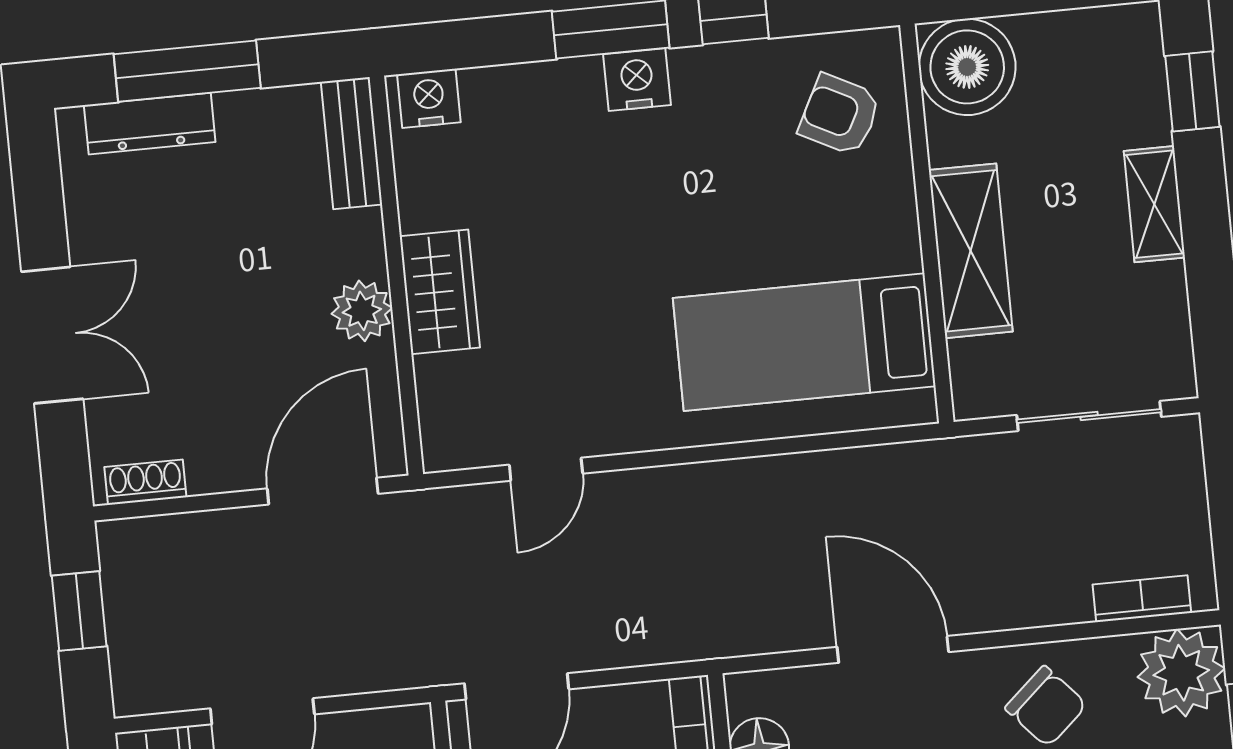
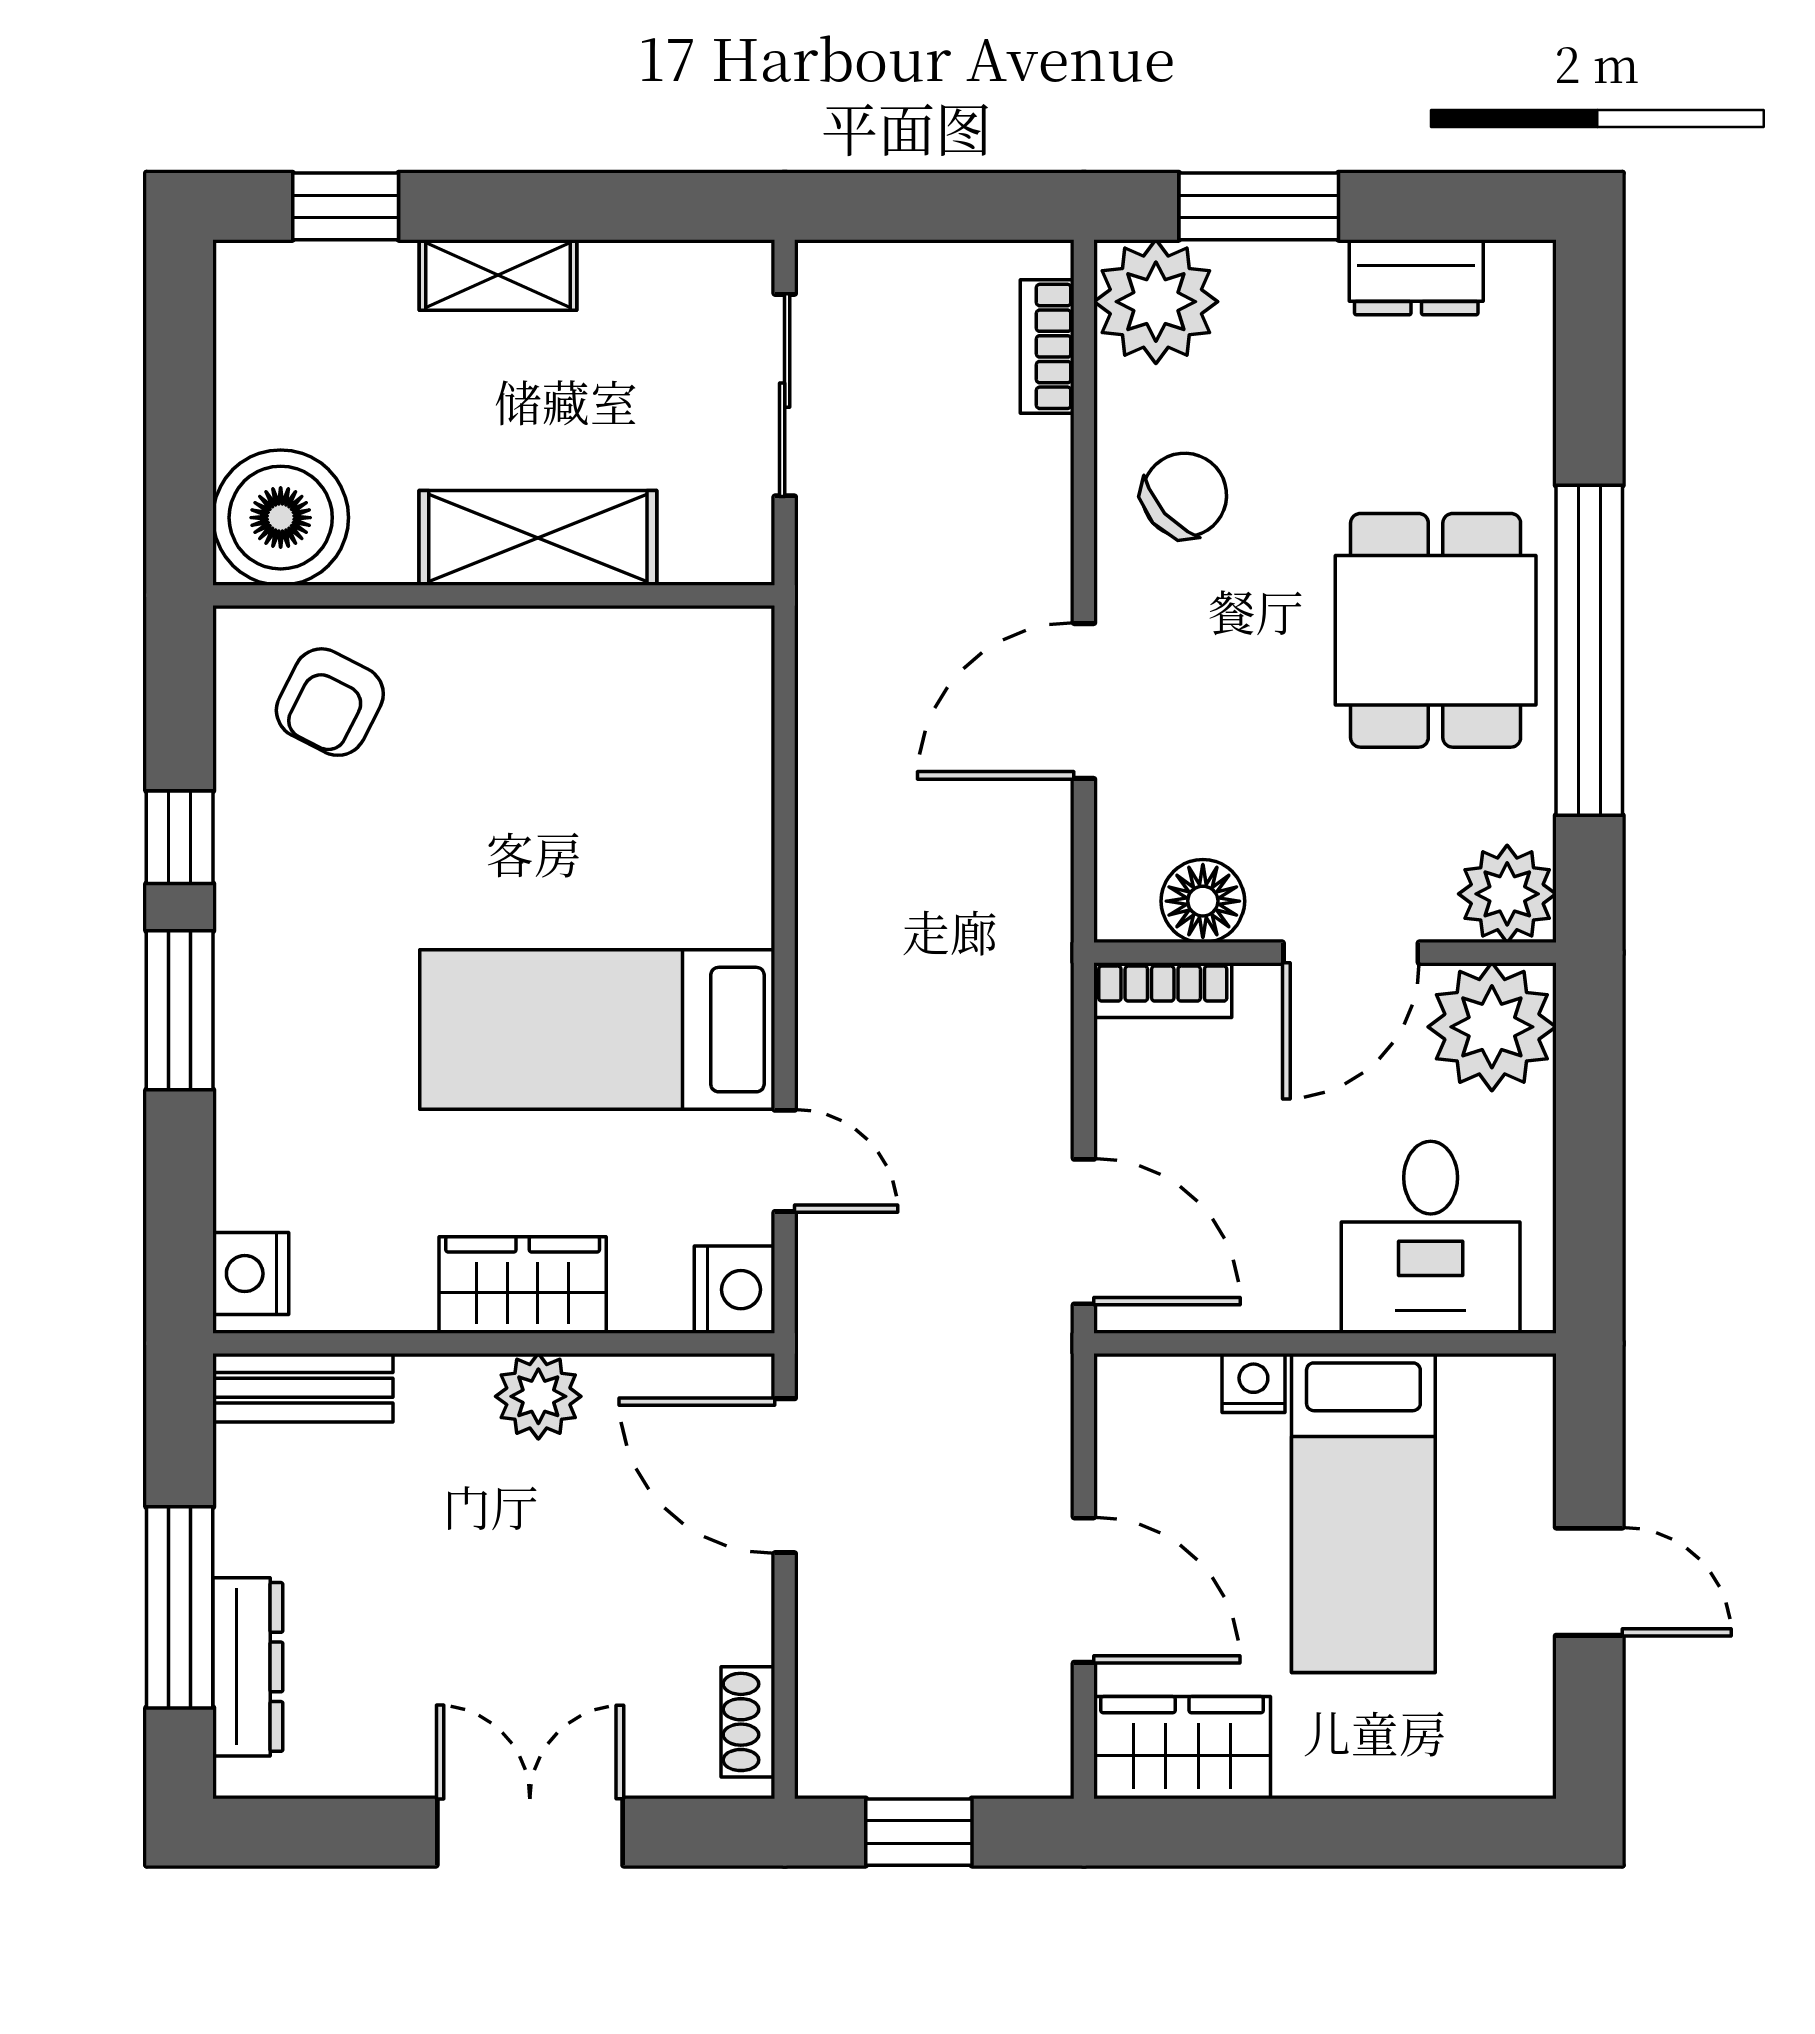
nightstand: (637, 80) -> (735, 1290), moved, turned 180
bed: (804, 342) -> (597, 1030), moved, turned 90

